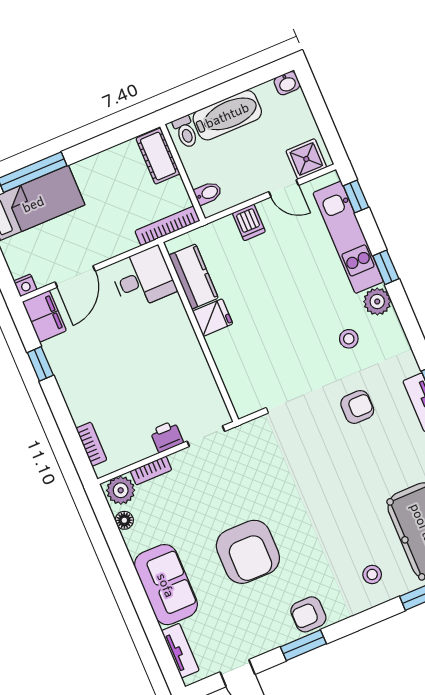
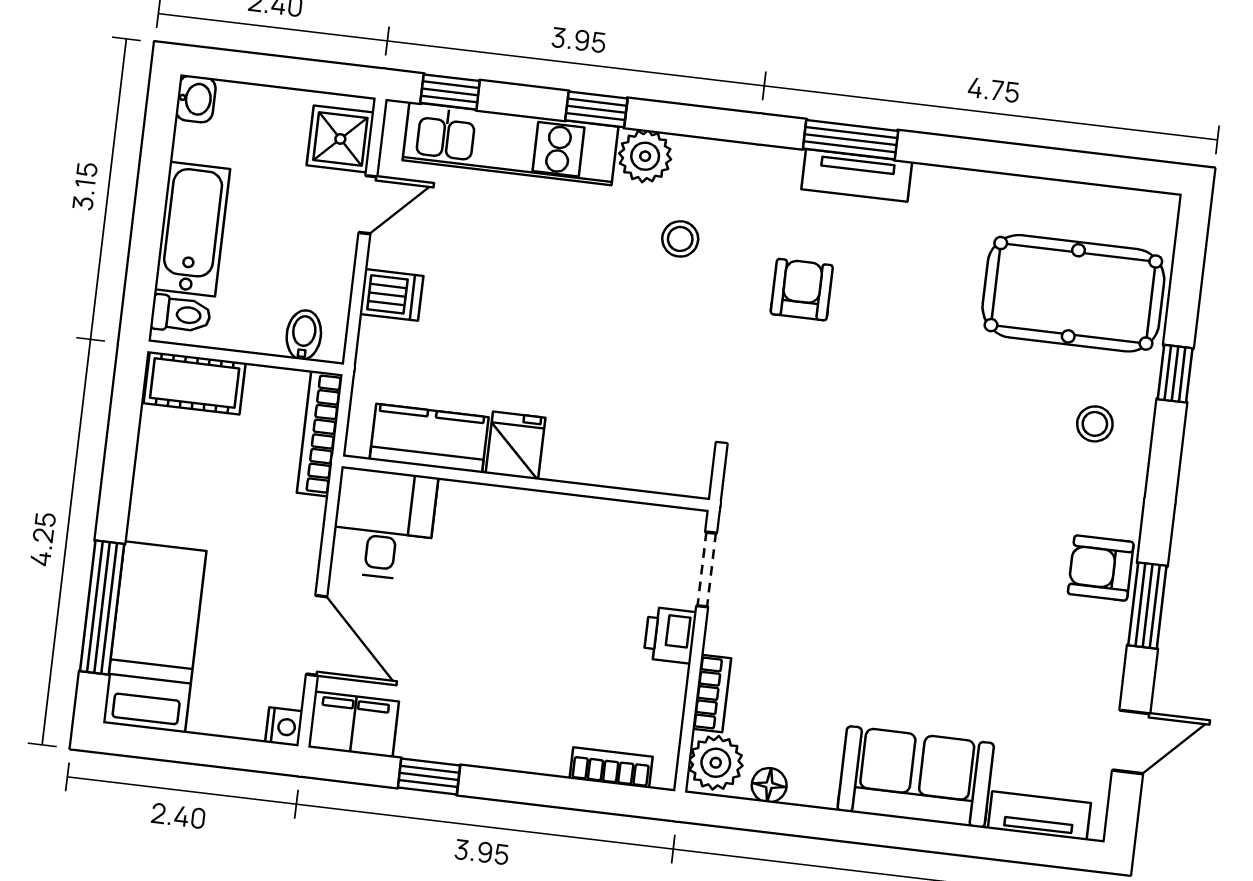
armchair: (248, 552) -> (939, 609), removed
armchair: (308, 614) -> (1101, 568), turned 90

